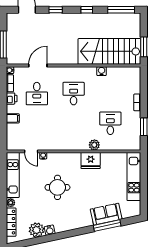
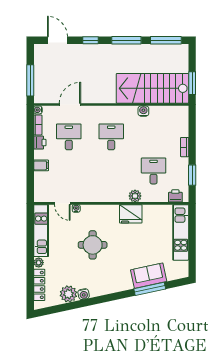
window: (87, 10) -> (126, 40), width x2.17
desk: (37, 94) -> (69, 137), turned 180
printer: (129, 145) -> (175, 196), added

